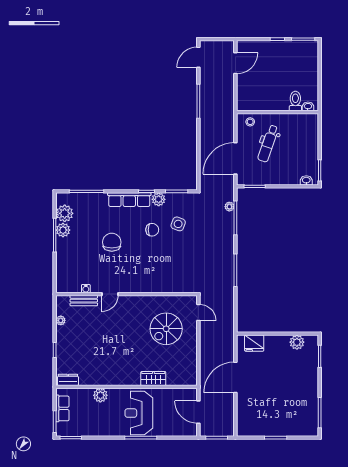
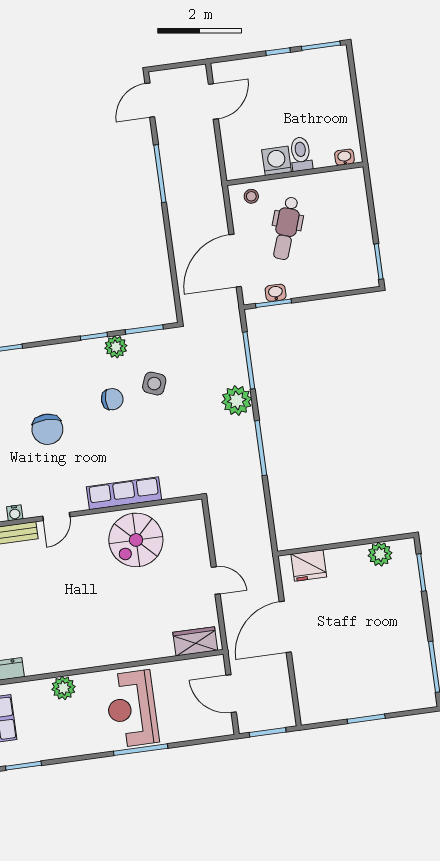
toilet: (295, 101) -> (301, 154), moved
washing machine: (268, 103) -> (277, 161), added
washbasin: (306, 180) -> (276, 293), moved
row of seats: (129, 200) -> (124, 493), moved, turned 180
plant: (229, 207) -> (237, 400), moved, width x1.88, depth x1.88
chair: (112, 242) -> (47, 429), turned 180
door: (198, 313) -> (216, 580), moved
spiral stairs: (166, 329) -> (136, 540), moved
wardrobe: (153, 379) -> (195, 641), moved

